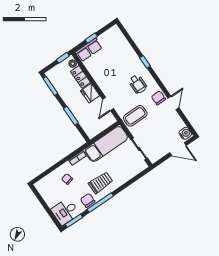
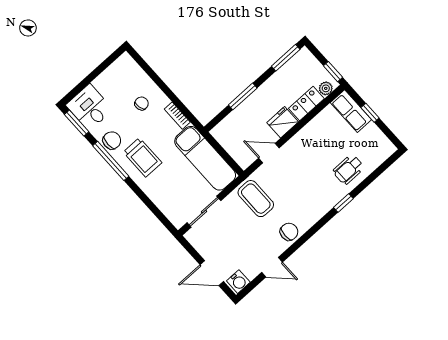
wheelchair: (138, 84) -> (348, 169), moved
door: (173, 103) -> (272, 267), moved
door: (178, 149) -> (212, 273), hinge flipped

